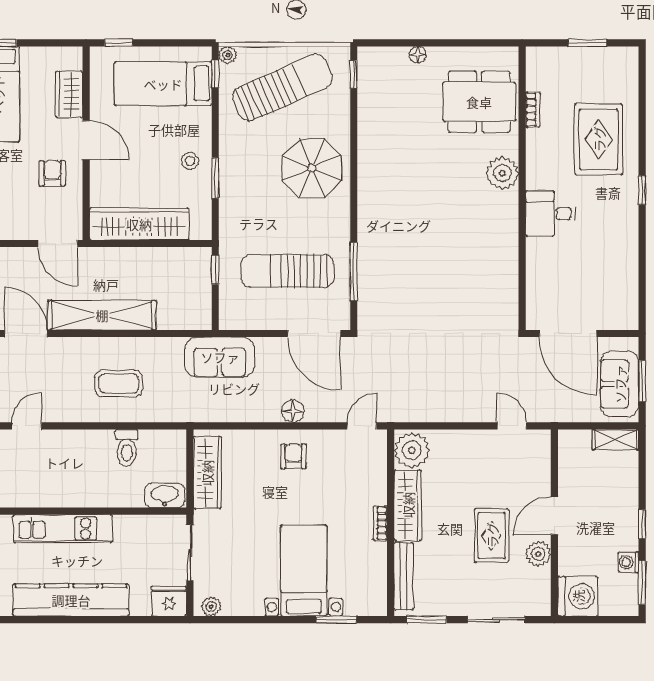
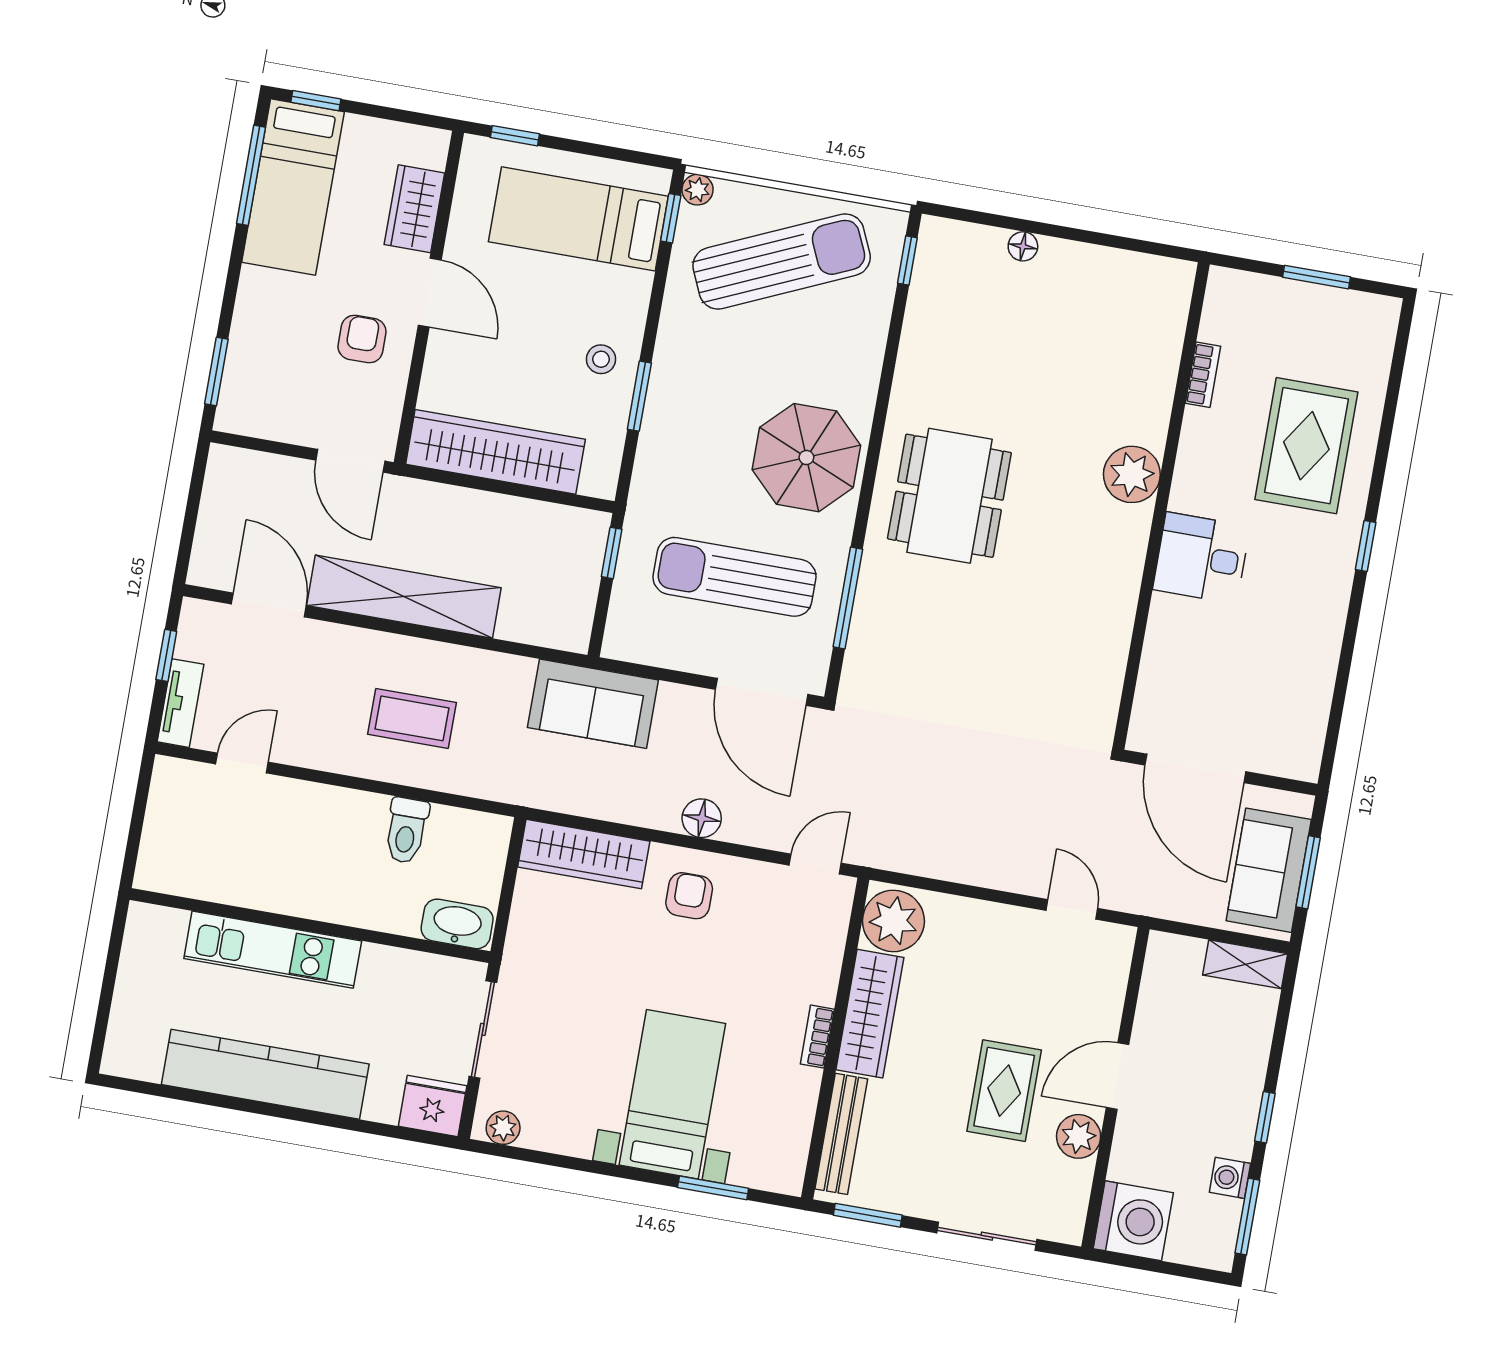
dining table: (479, 102) -> (949, 496), moved, turned 90
parasol: (312, 168) -> (806, 458), moved
wardrobe: (207, 473) -> (584, 854), moved, turned 90

